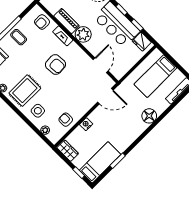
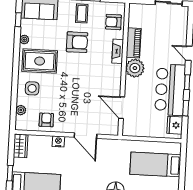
armchair: (56, 65) -> (77, 42), moved, turned -87
door: (101, 65) -> (122, 108), swing flipped
door: (105, 96) -> (86, 136), moved

